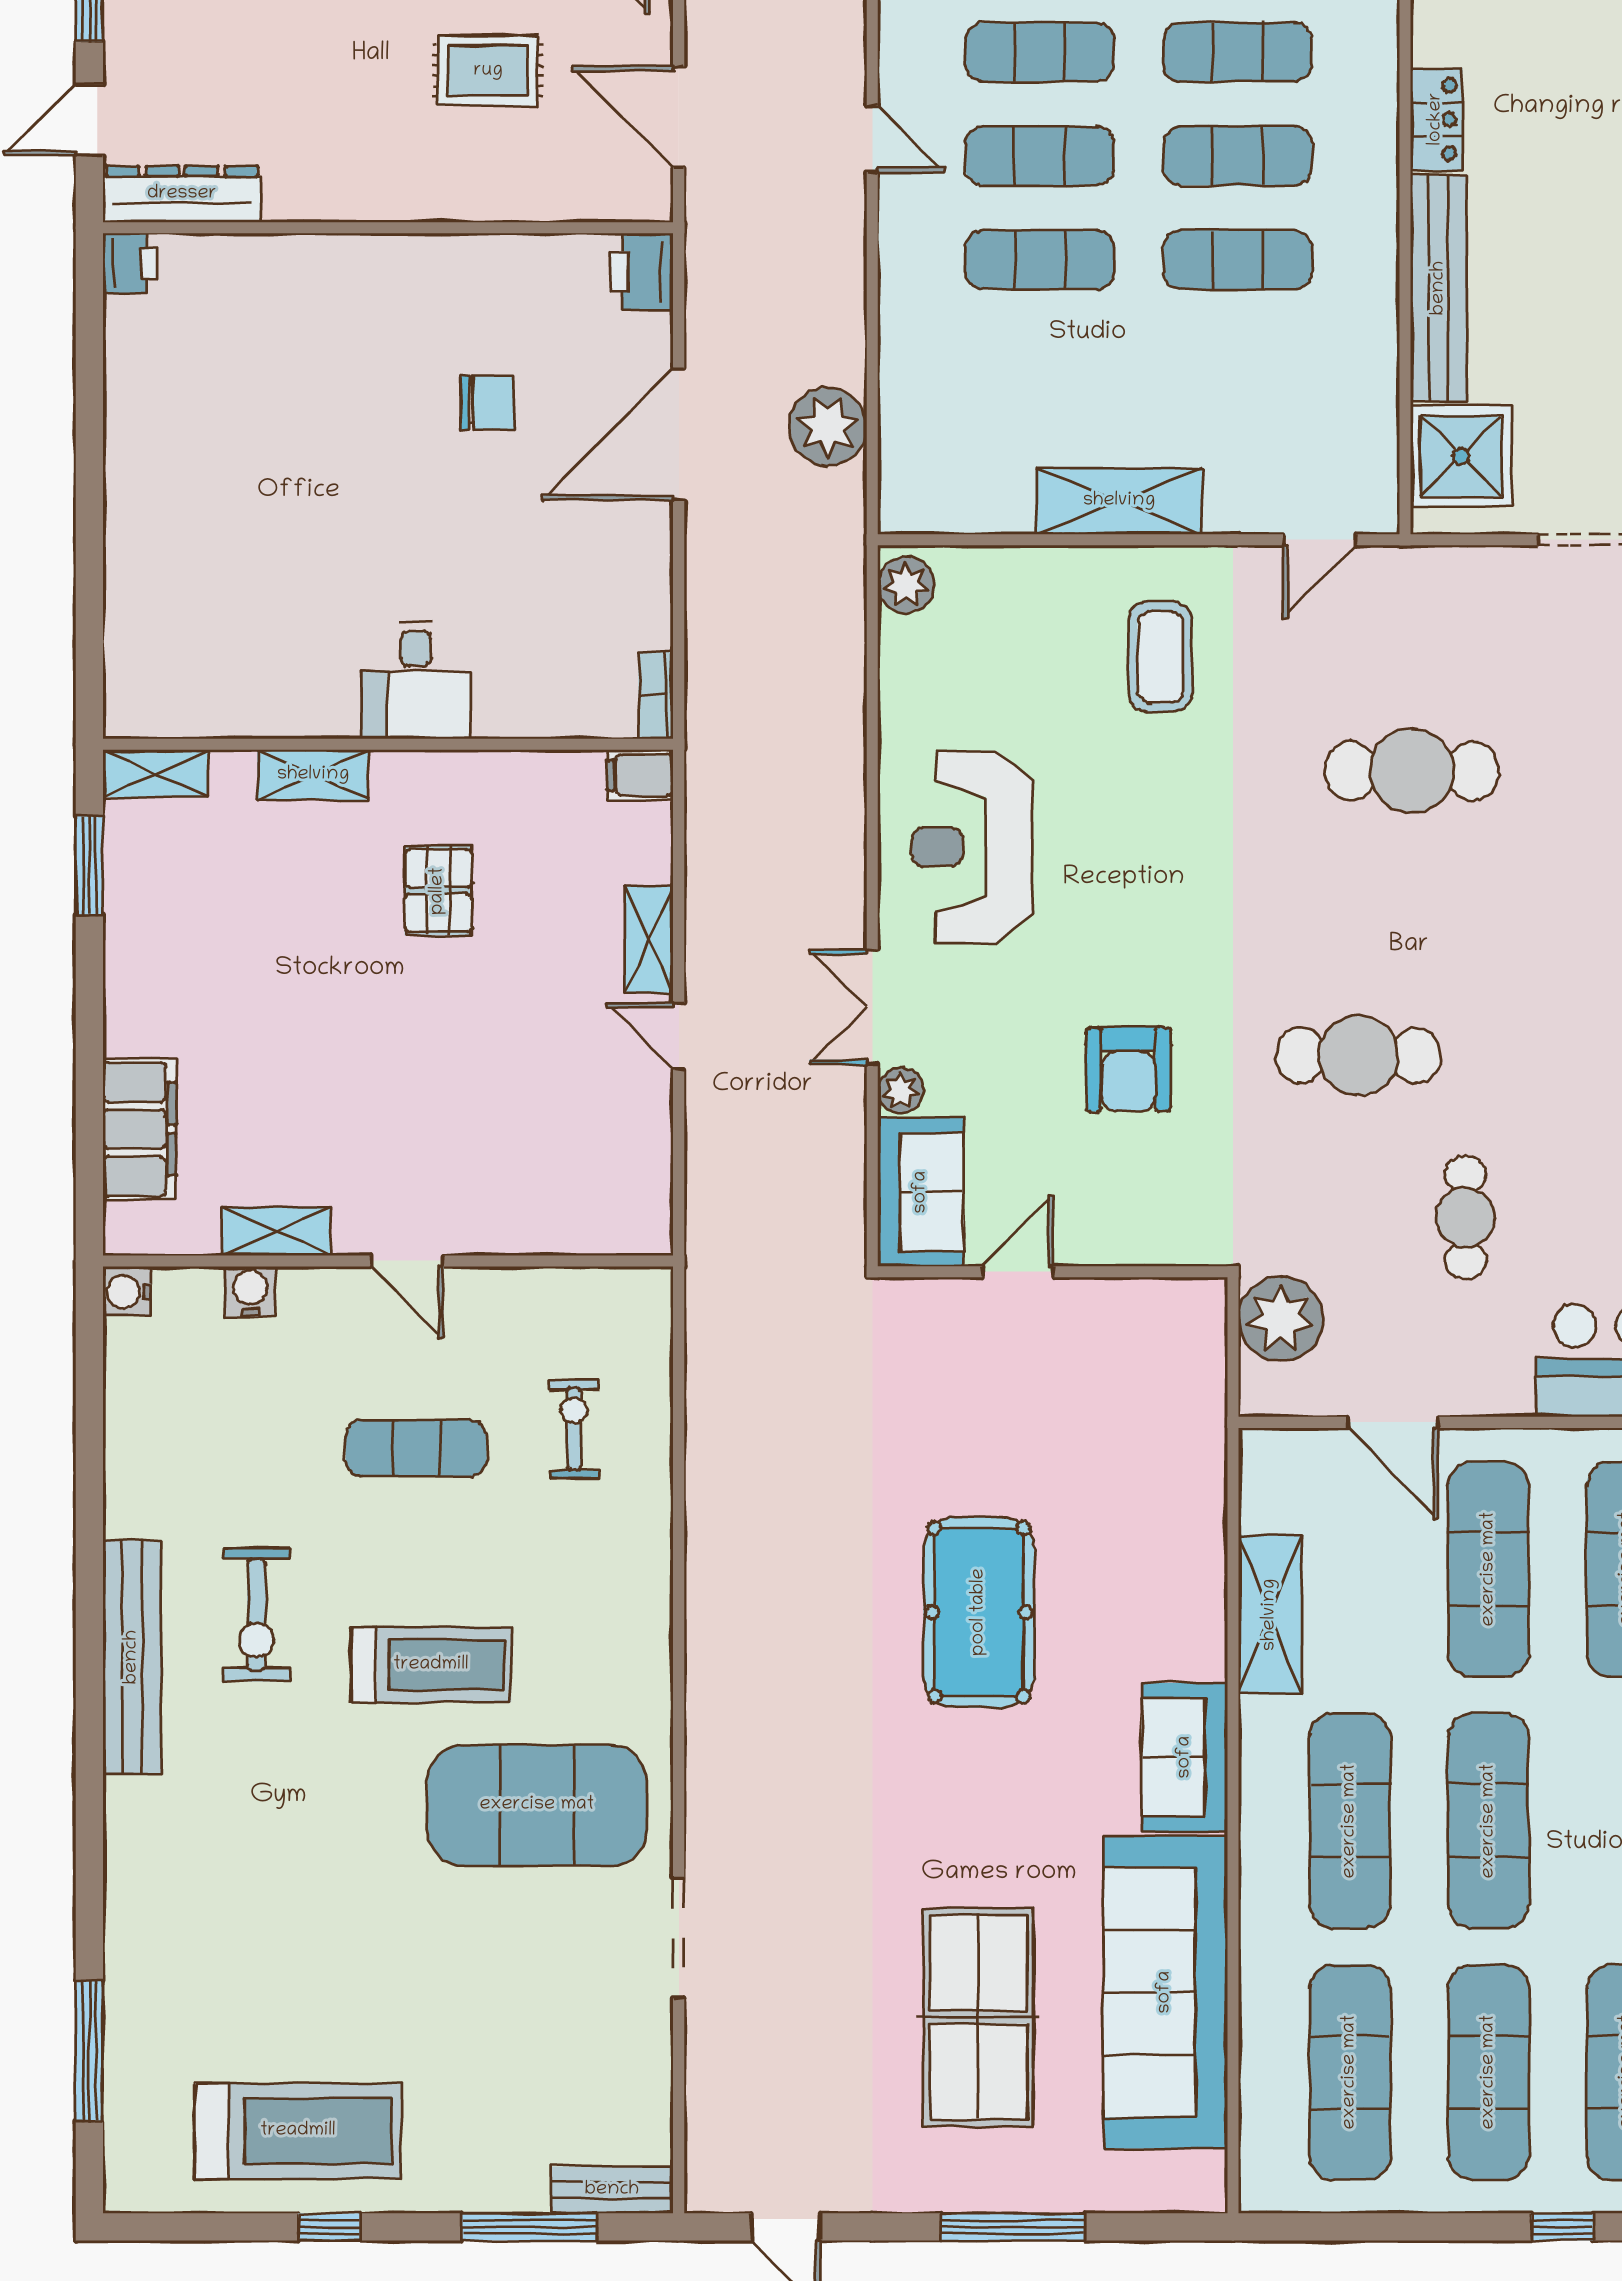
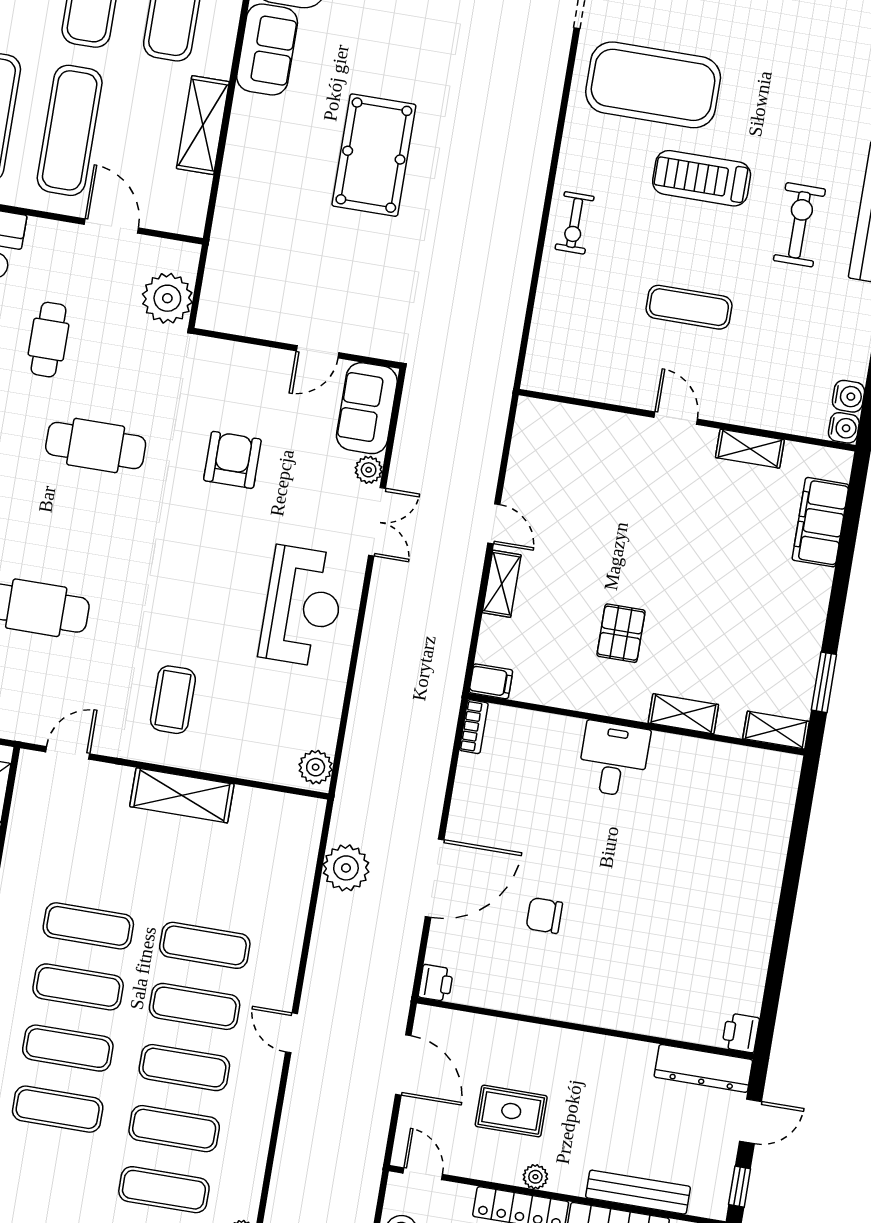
printer: (641, 272) -> (436, 983), width x0.73, depth x0.81
water cooler: (250, 1291) -> (848, 396), moved, turned -90
exercise bike: (574, 1429) -> (575, 223), moved

